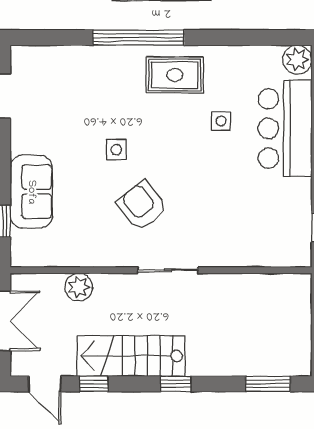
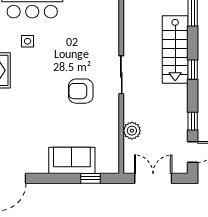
side table: (116, 150) -> (46, 107), removed
armchair: (142, 206) -> (81, 91), turned 38
stairs: (131, 356) -> (175, 50), moved

